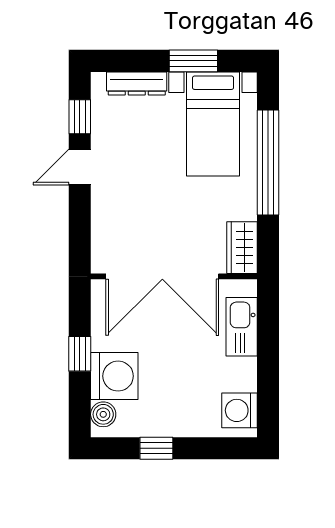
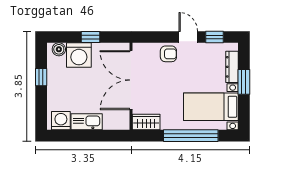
window: (193, 61) -> (244, 82), moved
armchair: (112, 205) -> (168, 54), added
kitchen sink: (242, 327) -> (87, 122), moved

